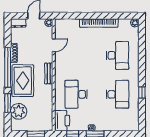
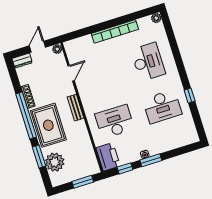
desk: (76, 94) -> (115, 122), turned 90
desk: (117, 94) -> (162, 107), turned 90

